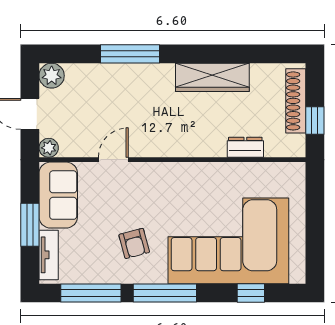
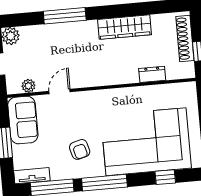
plant: (49, 148) -> (28, 86), moved
tv unit: (49, 255) -> (32, 176), moved, turned -90

